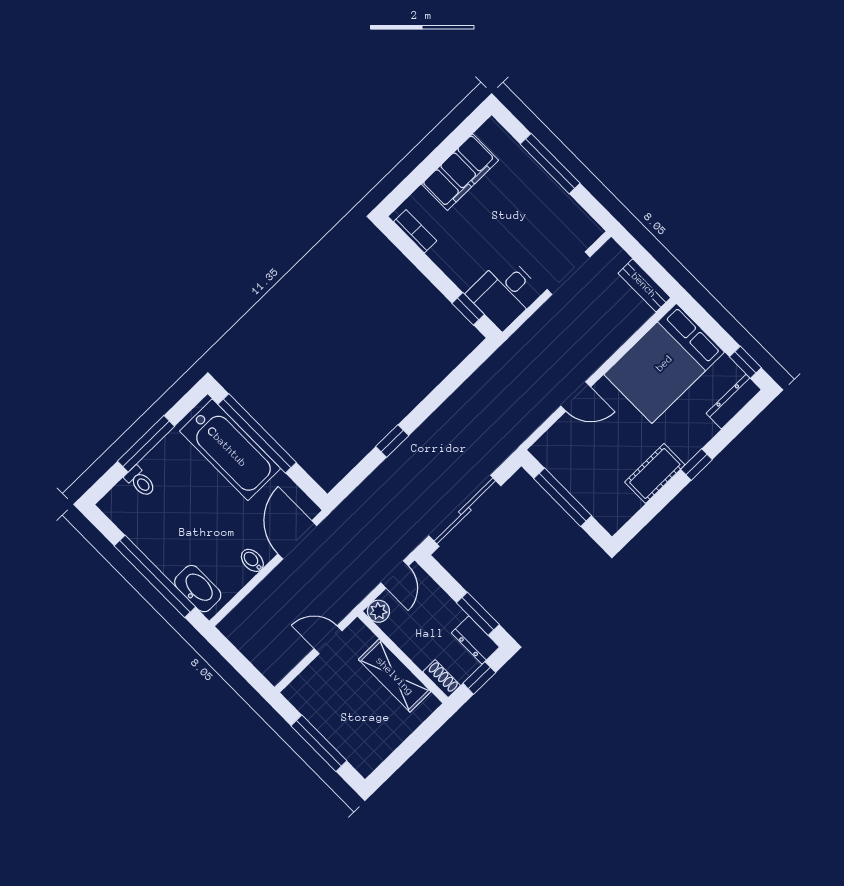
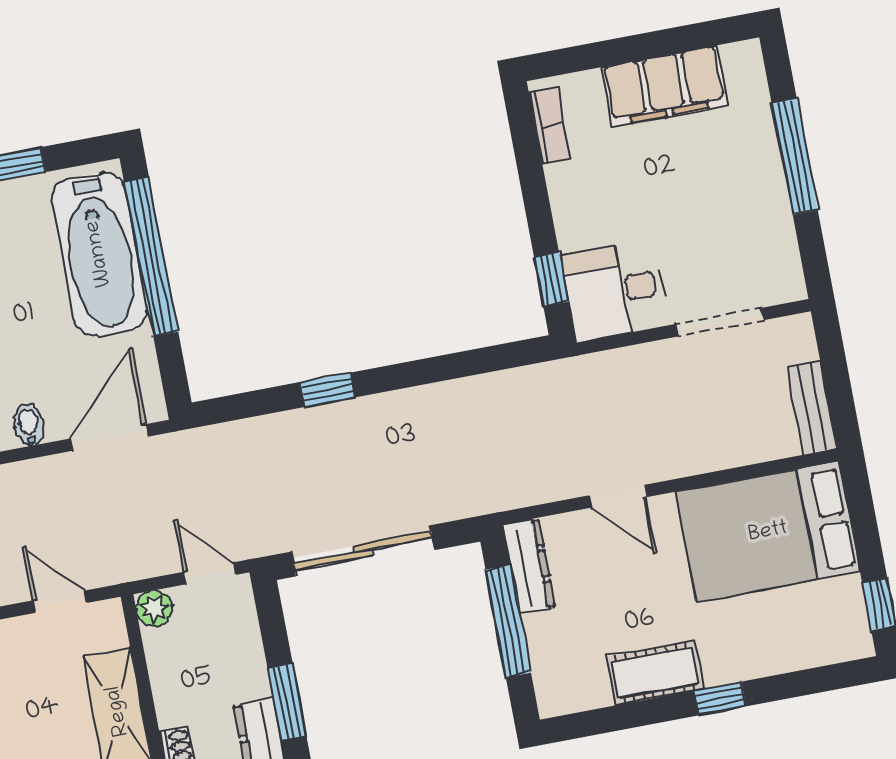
dresser: (734, 402) -> (529, 566), moved, turned 90
door: (395, 574) -> (210, 573), swing flipped

